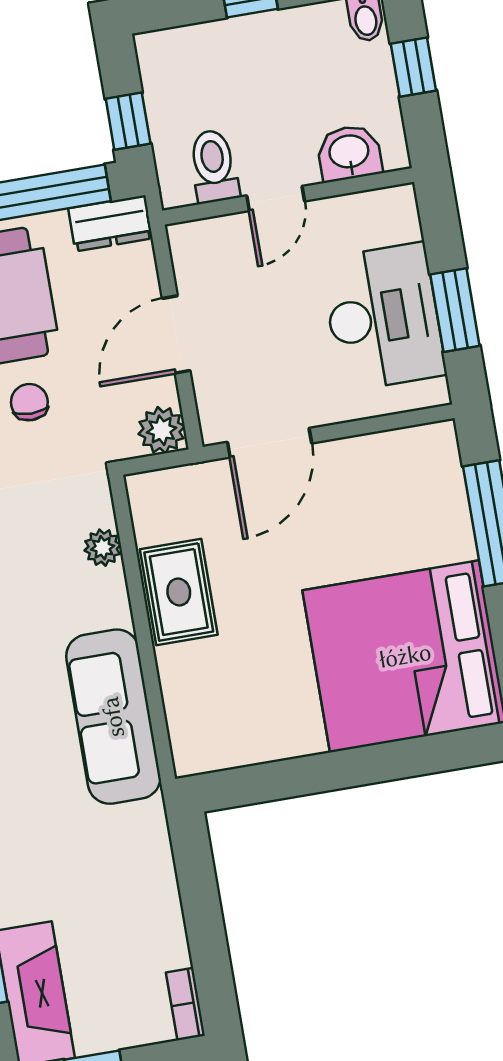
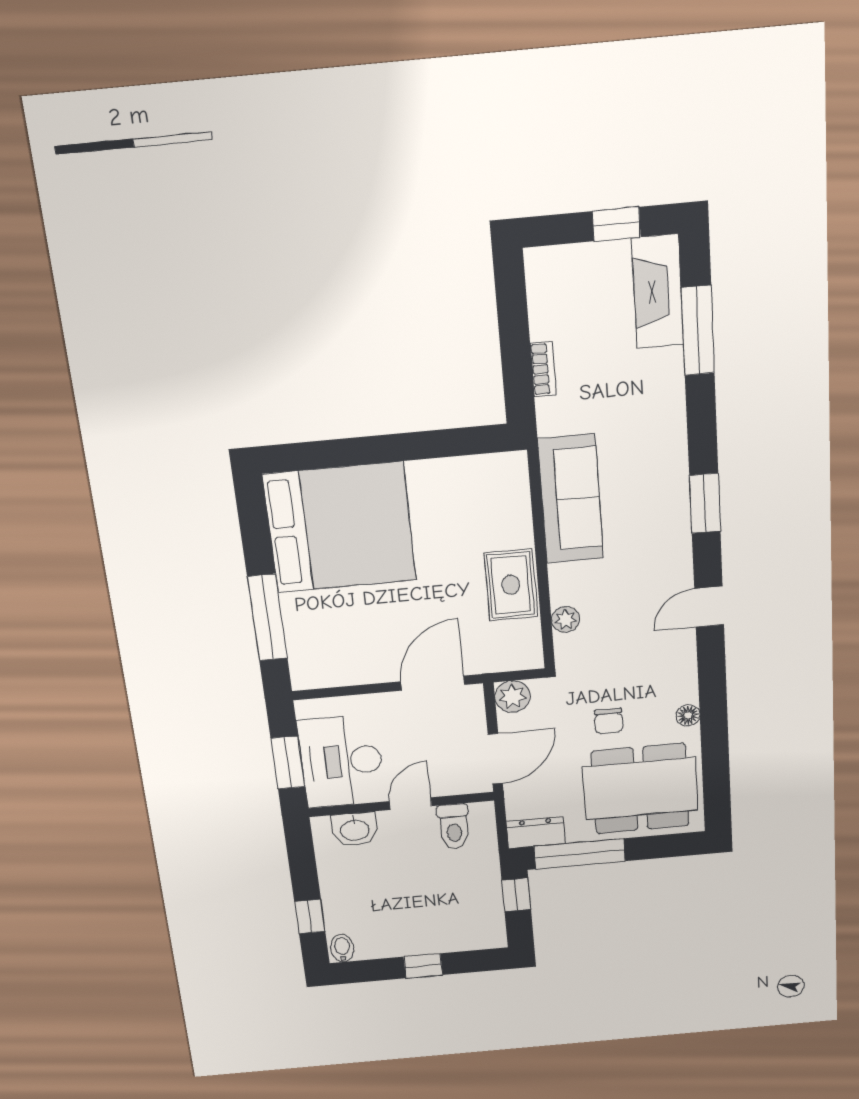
washbasin: (349, 153) -> (355, 829), moved
toilet: (214, 166) -> (454, 827), moved
wall: (288, 196) -> (401, 804), moved
door: (276, 198) -> (411, 804), moved
bookcase: (185, 1004) -> (543, 369), moved

